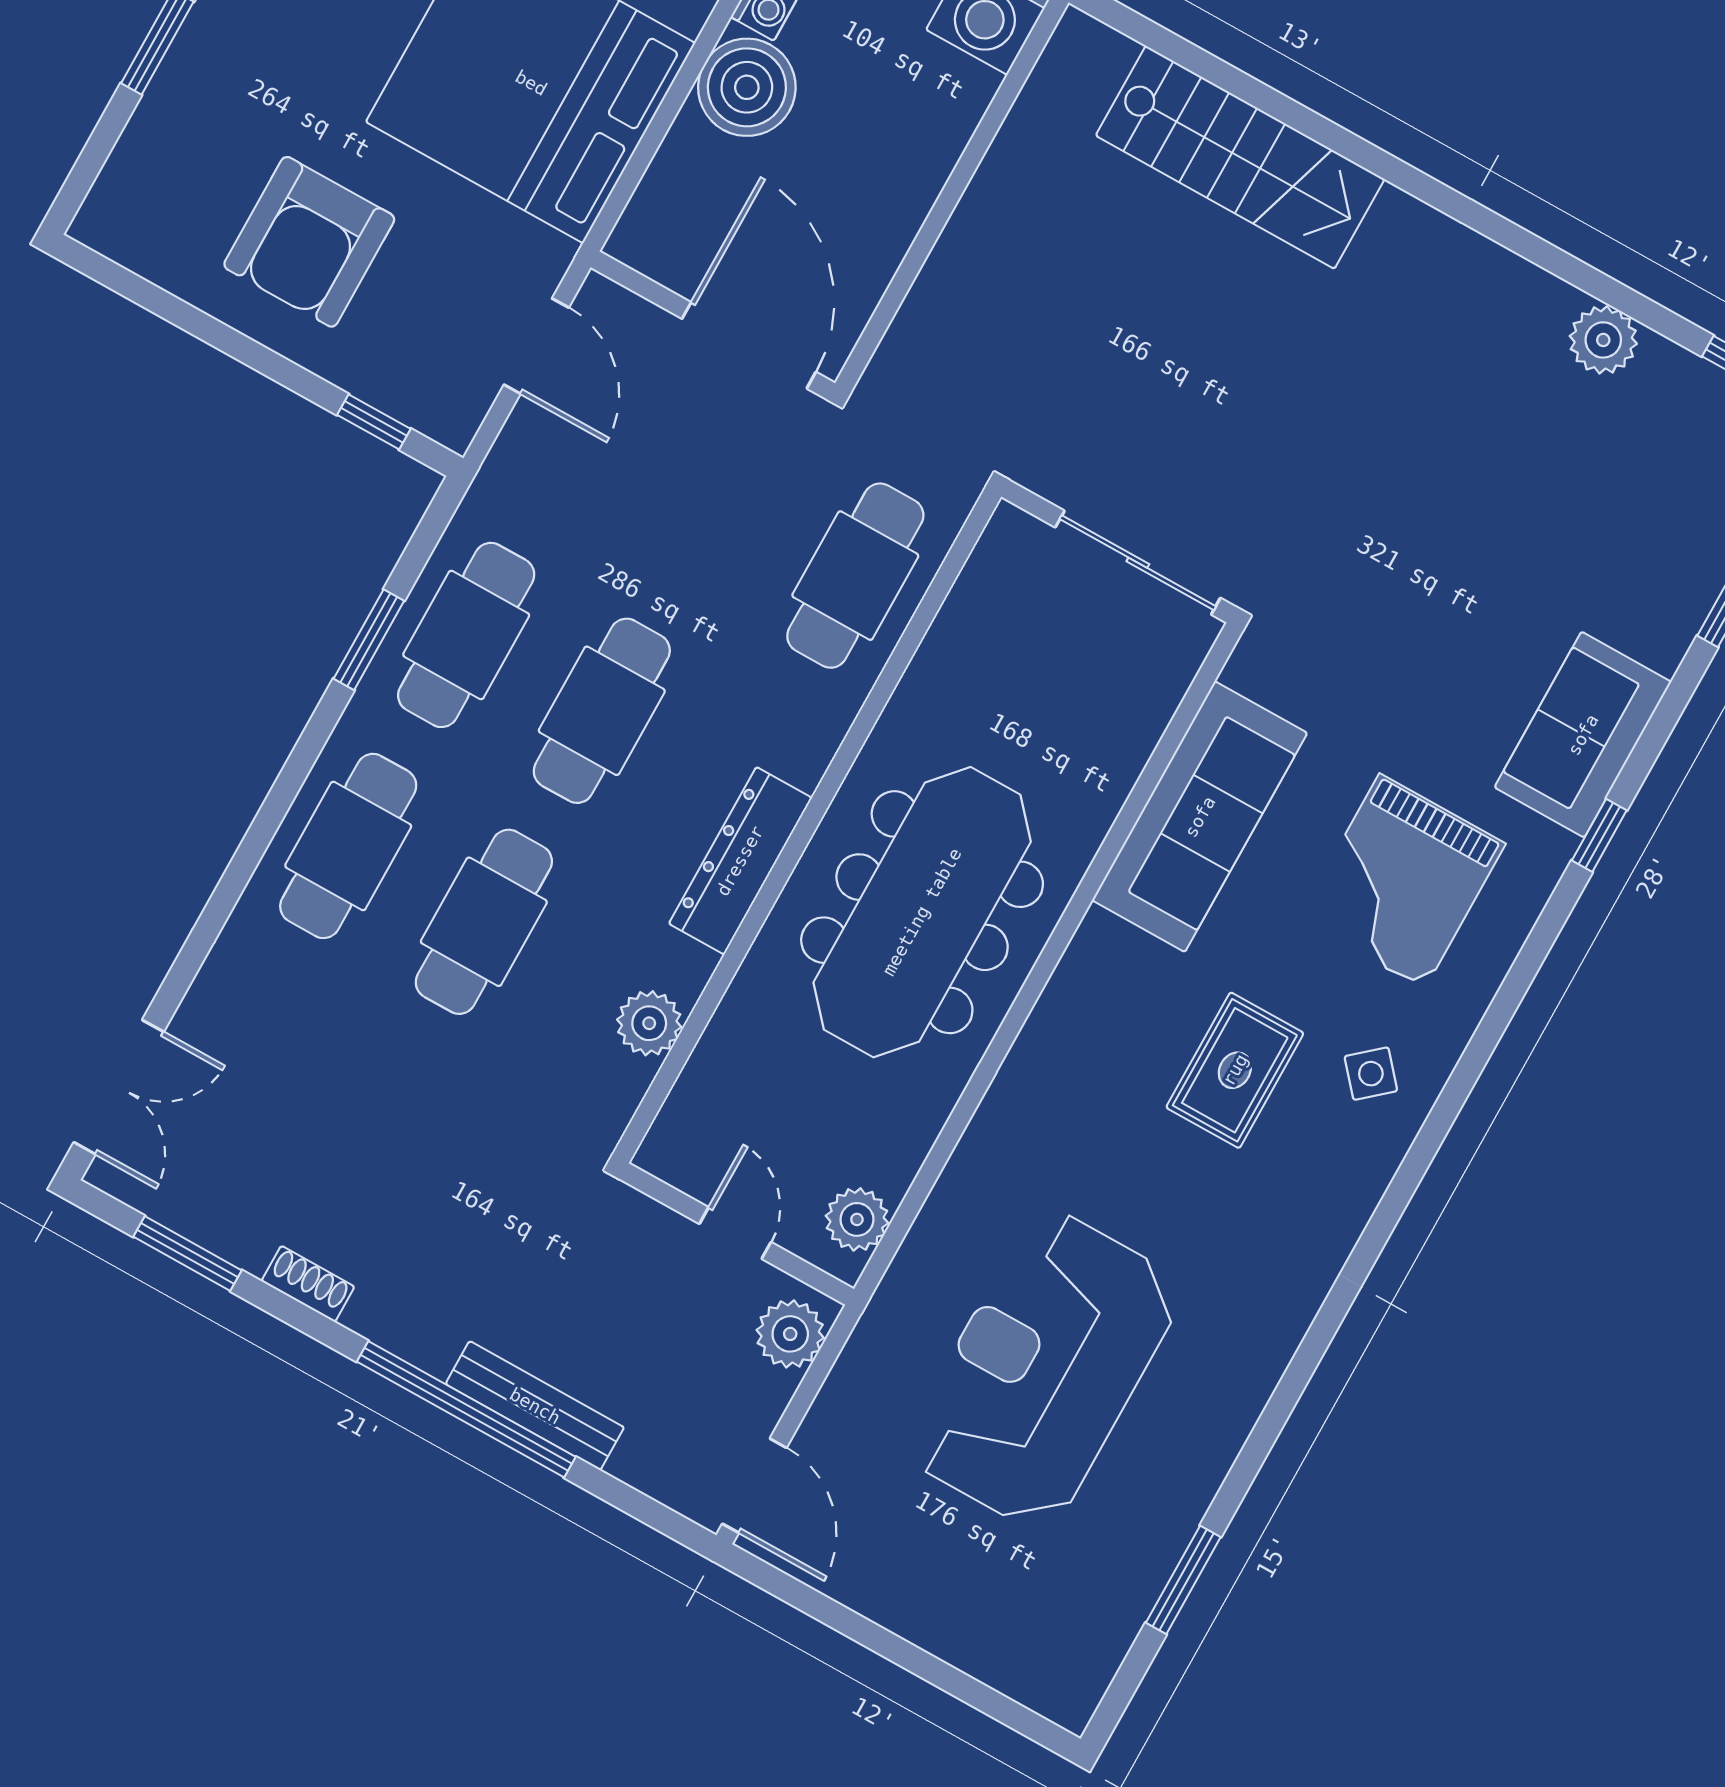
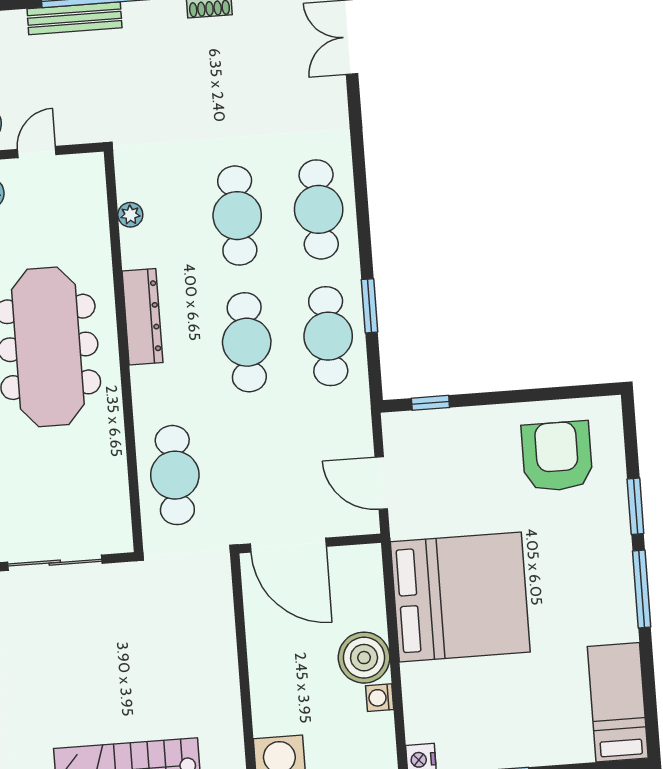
armchair: (309, 242) -> (557, 456), moved
plant: (649, 1023) -> (130, 215), width x0.73, depth x0.73
door: (735, 1233) -> (37, 152), swing flipped

